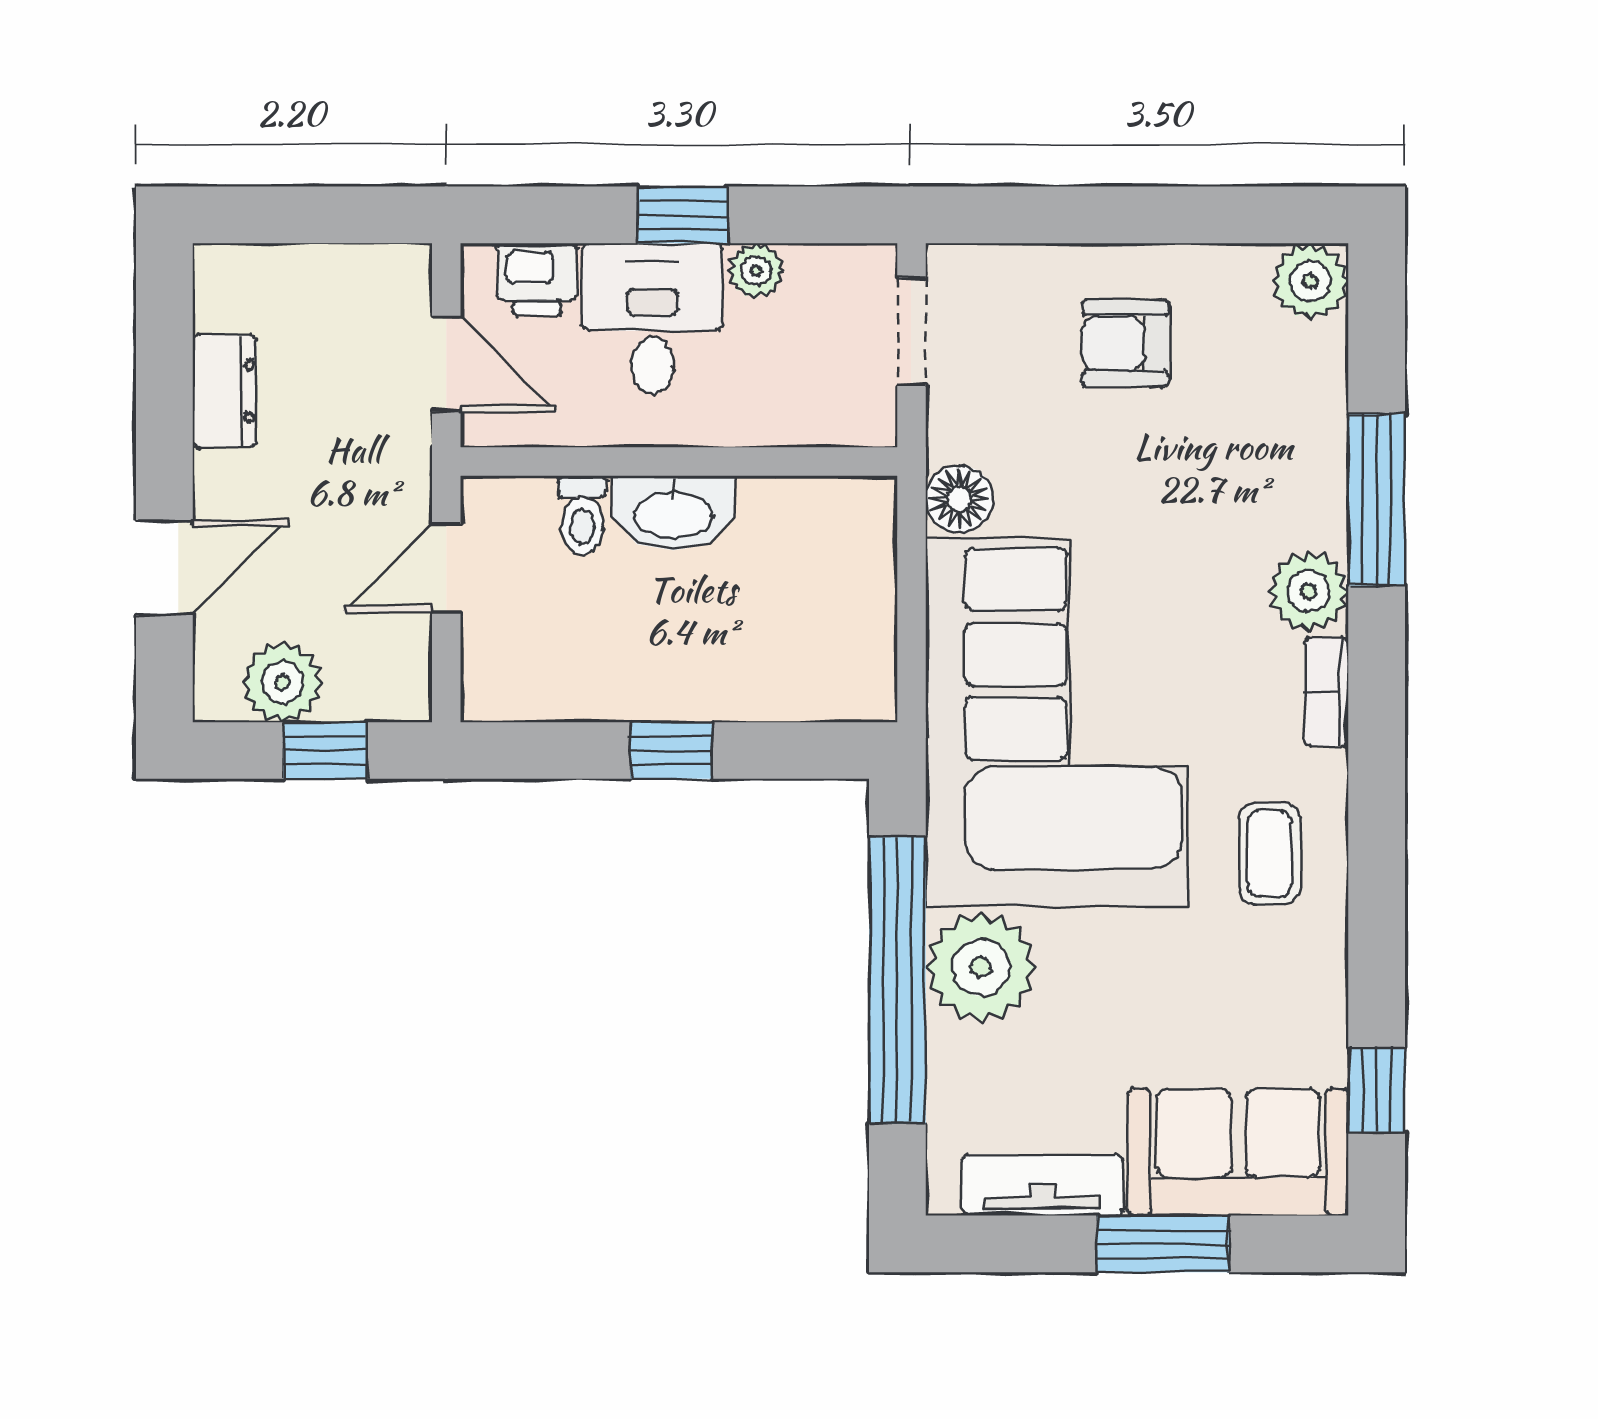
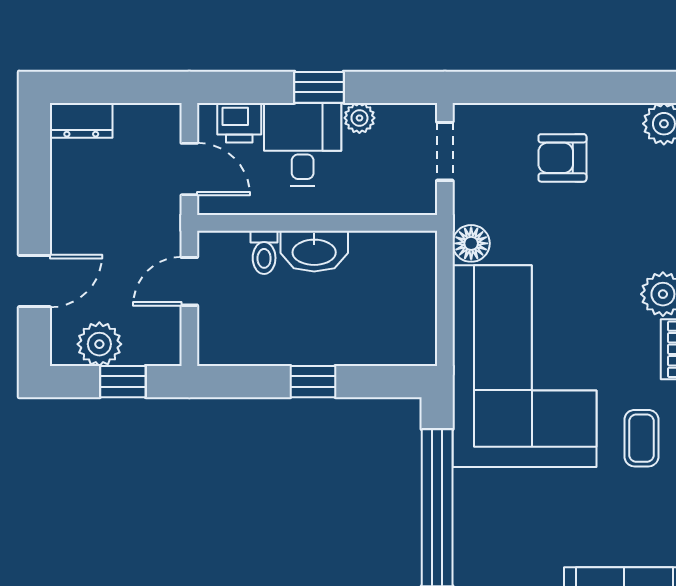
dresser: (225, 391) -> (81, 120), moved, turned 90
plant: (981, 967) -> (483, 501), removed

